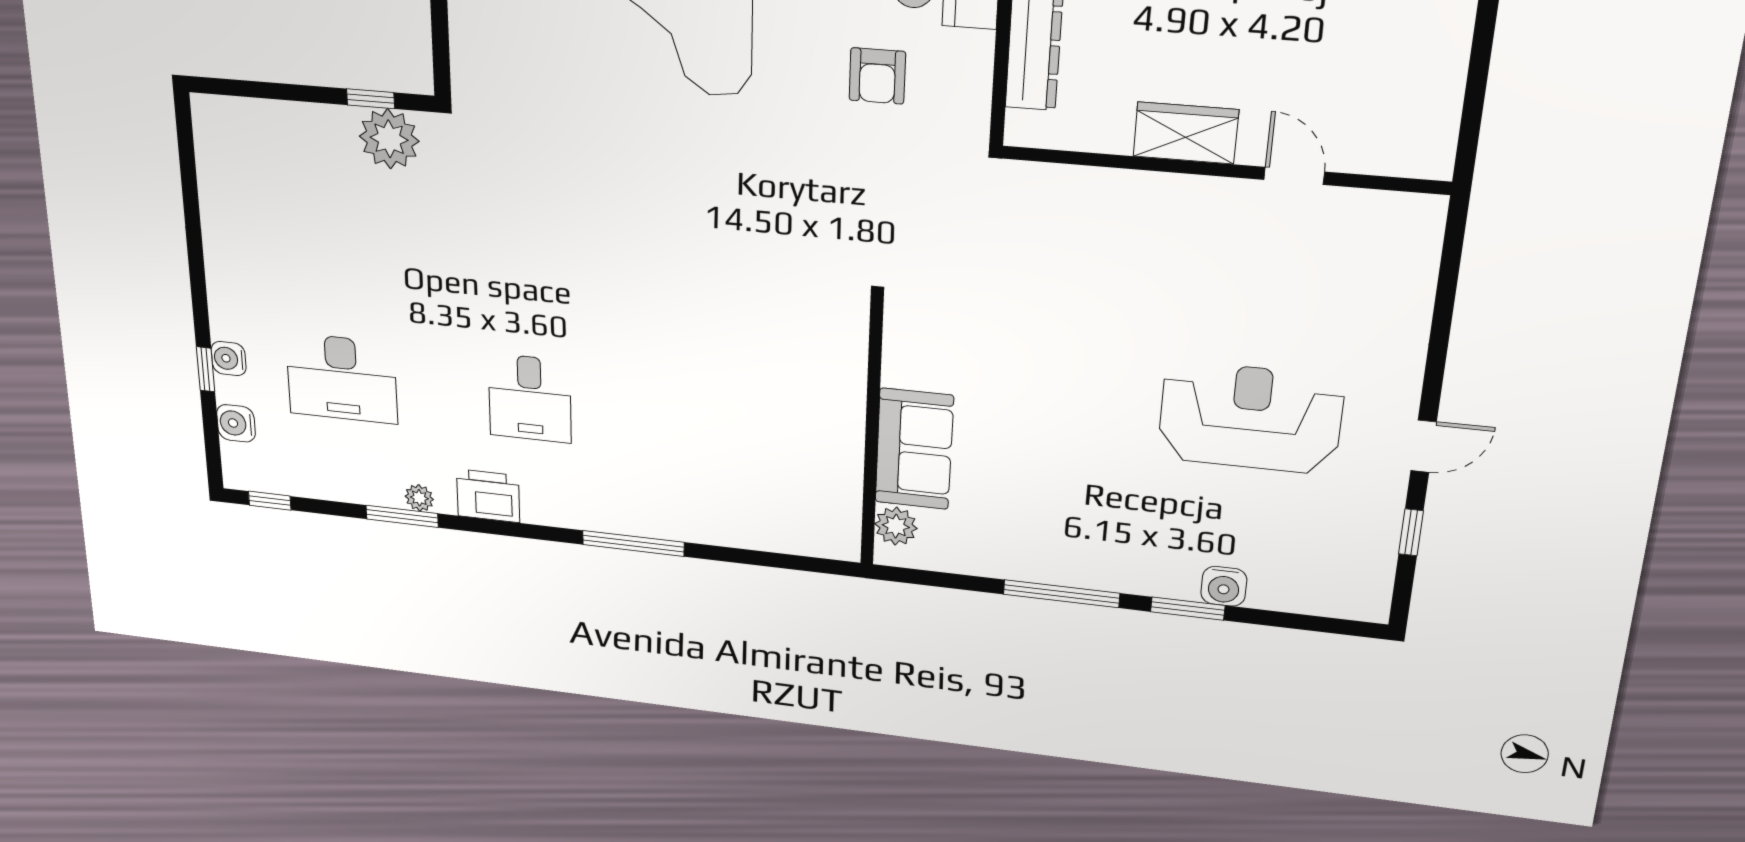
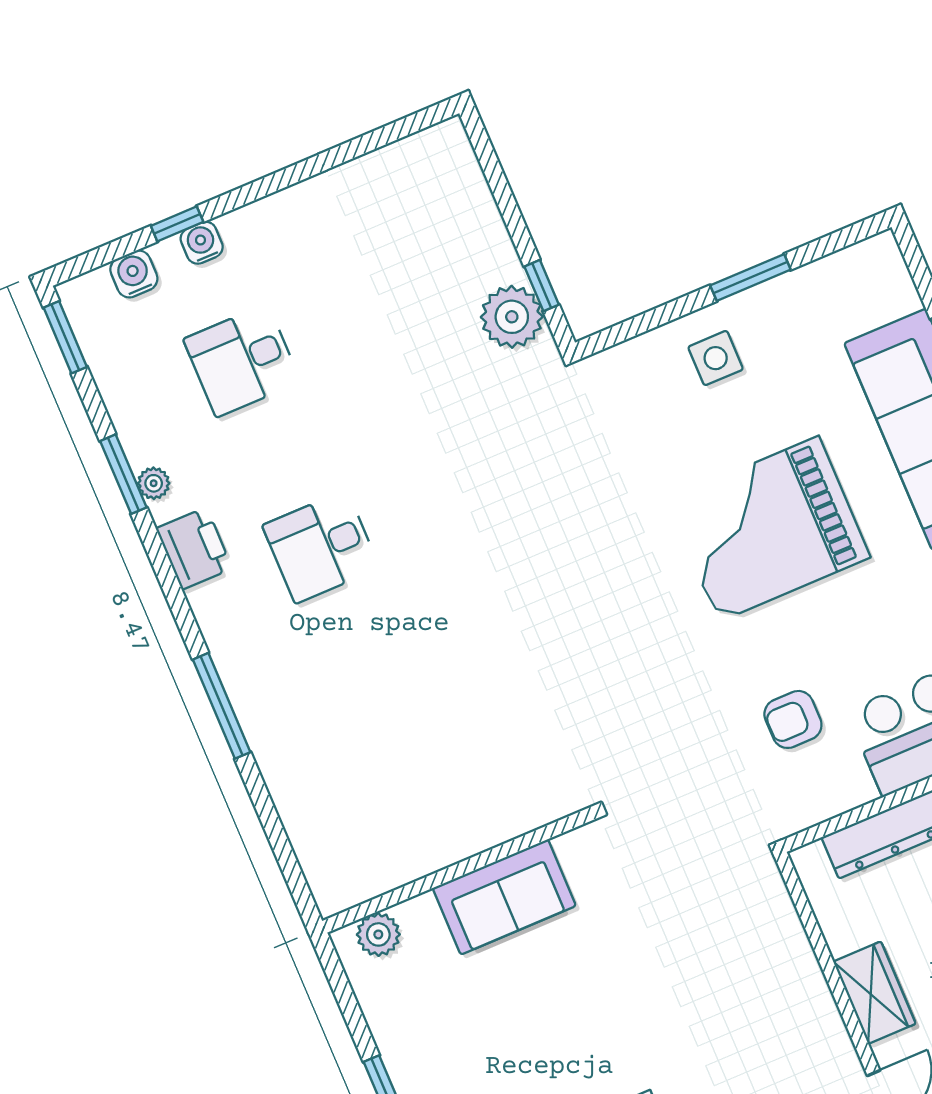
desk: (342, 378) -> (242, 361), width x0.73
sofa: (914, 449) -> (504, 897), moved
window: (270, 501) -> (65, 337), width x1.50

